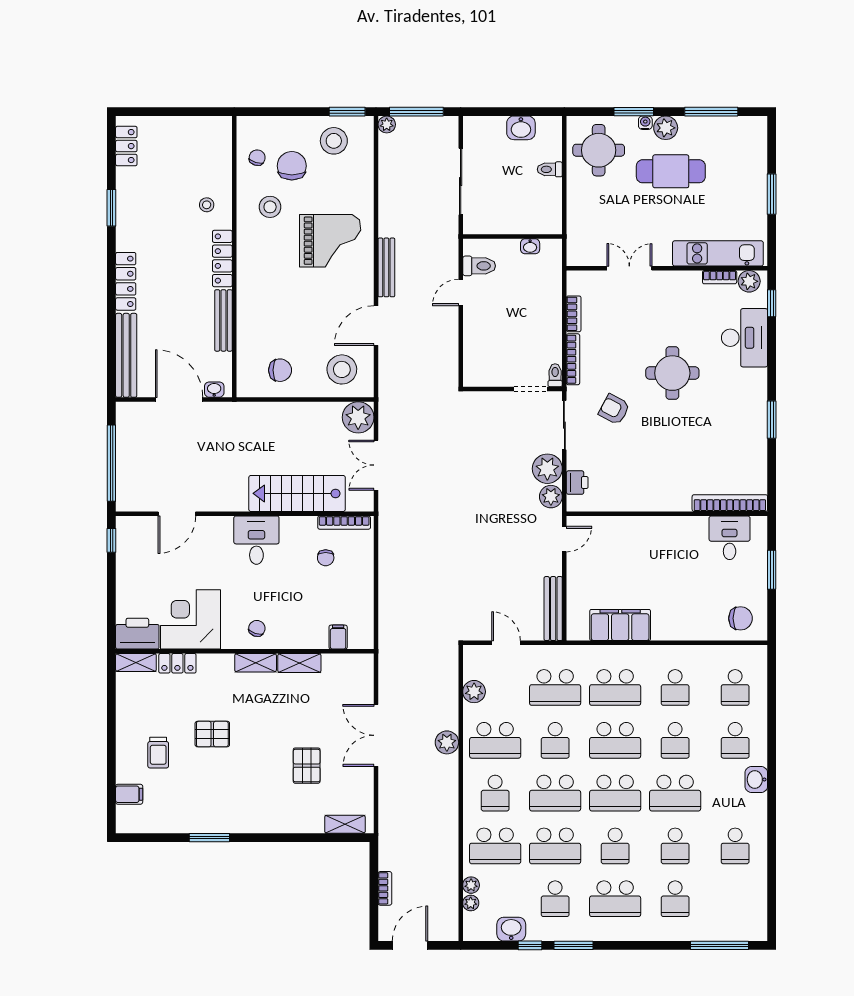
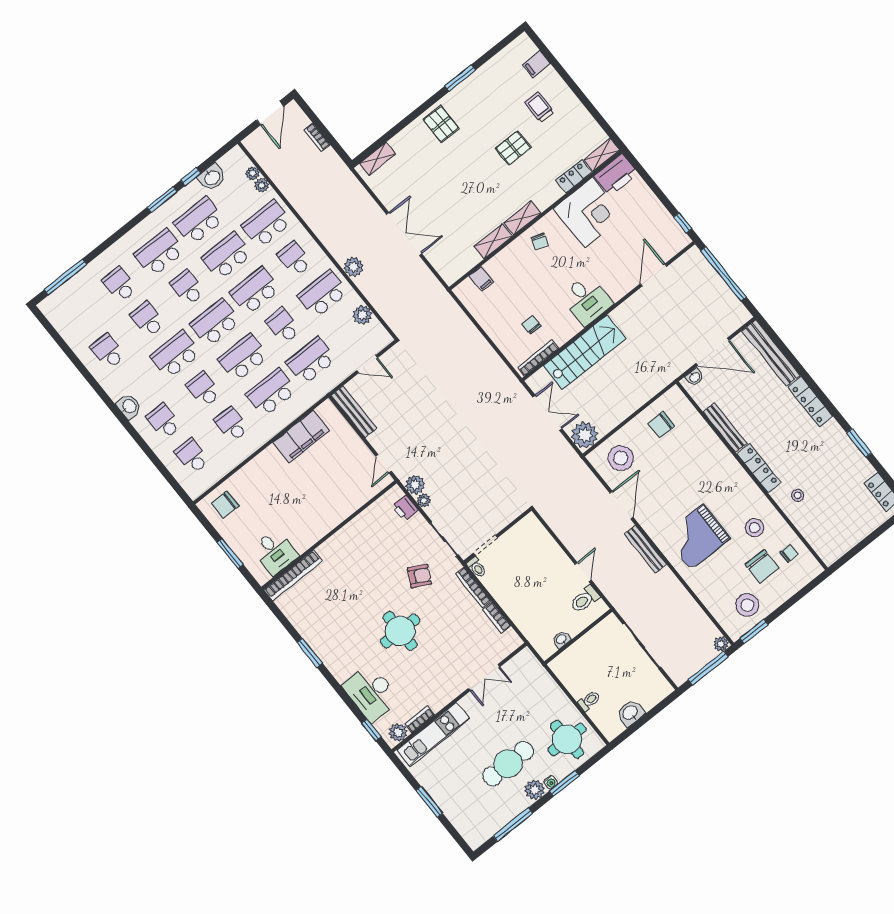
chair: (257, 158) -> (789, 553), turned -107
plant: (547, 469) -> (424, 500), width x0.53, depth x0.53
pallet: (307, 766) -> (441, 124), moved
school desk: (555, 899) -> (199, 221), width x1.85

